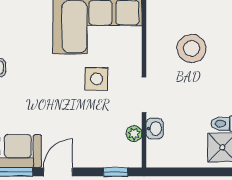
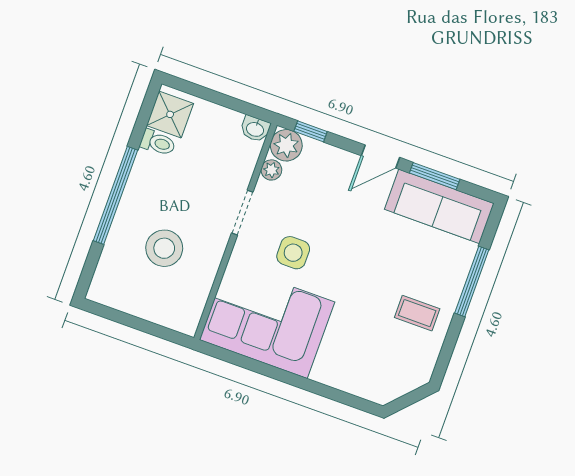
washbasin: (155, 129) -> (255, 129), moved, turned -90
plant: (130, 155) -> (286, 145), added

